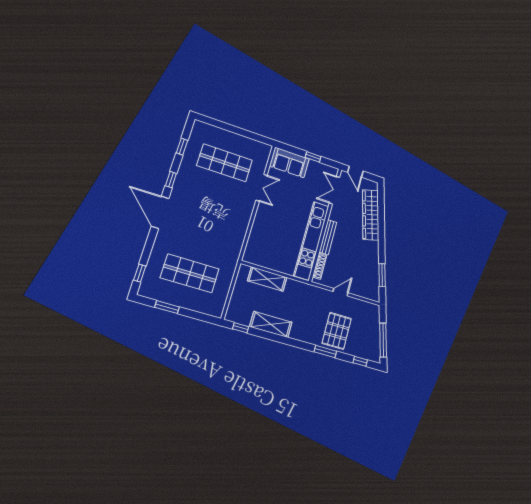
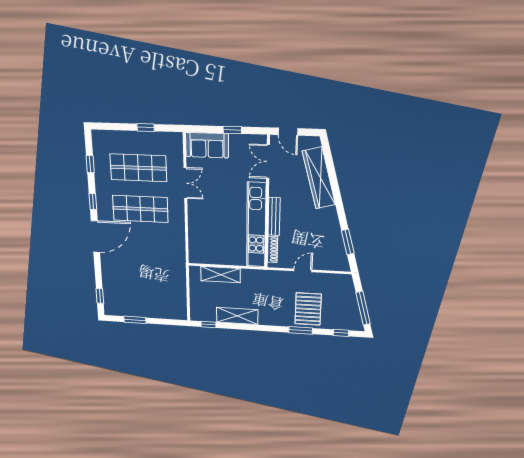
window: (243, 133) -> (146, 127), added
door: (160, 212) -> (95, 237), swing flipped
shop shelf: (190, 273) -> (140, 209), moved

